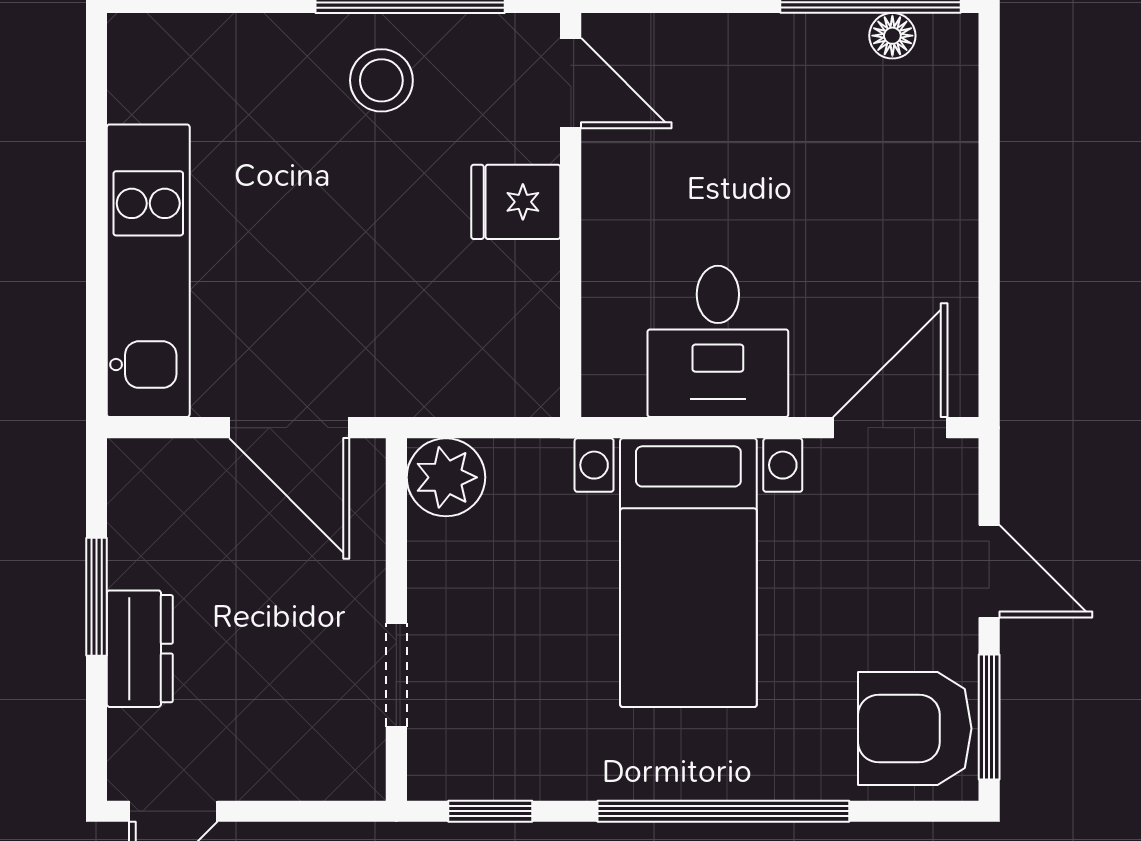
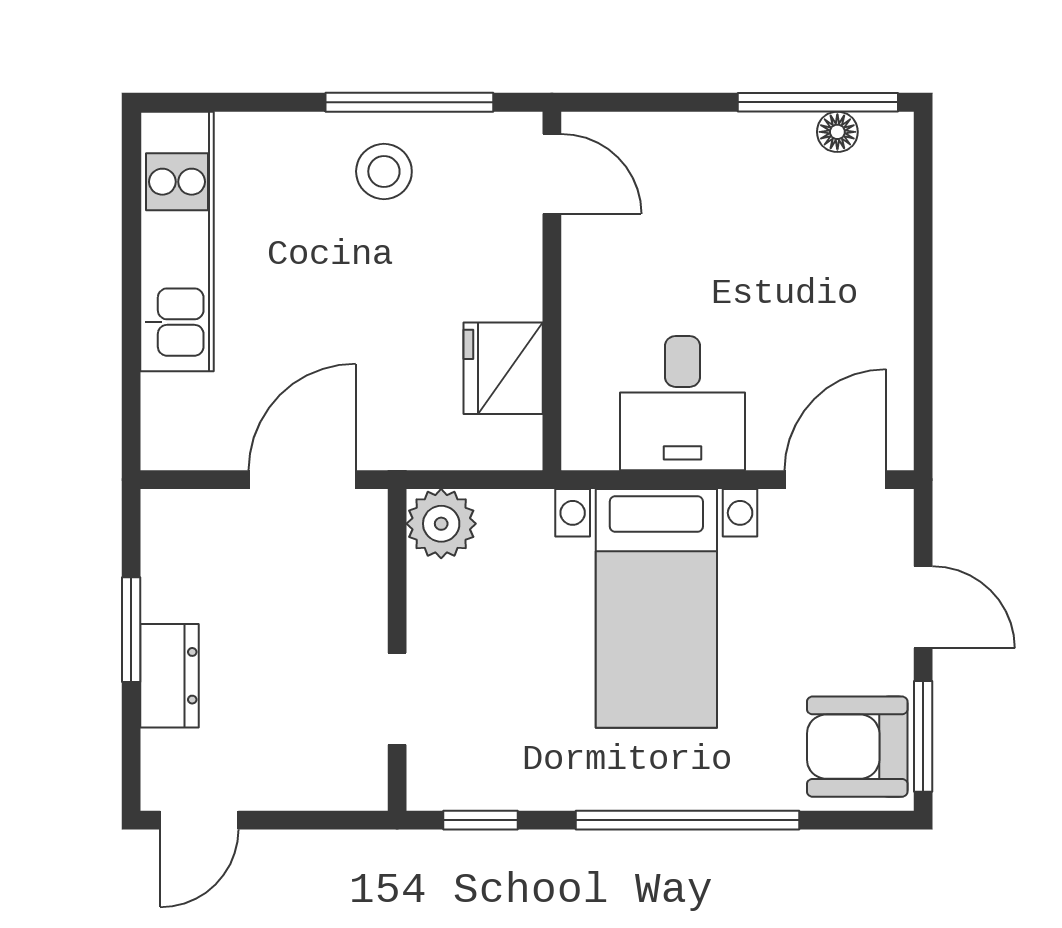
fridge: (516, 202) -> (503, 368), moved, width x1.38
kitchen unit: (148, 271) -> (177, 241), moved
door: (289, 428) -> (302, 480), swing flipped

